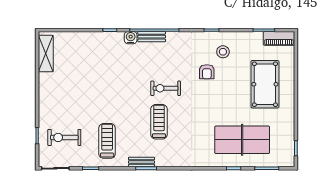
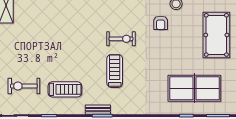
exercise bike: (166, 88) -> (121, 39), turned 180
treadmill: (107, 141) -> (65, 89), turned 90

